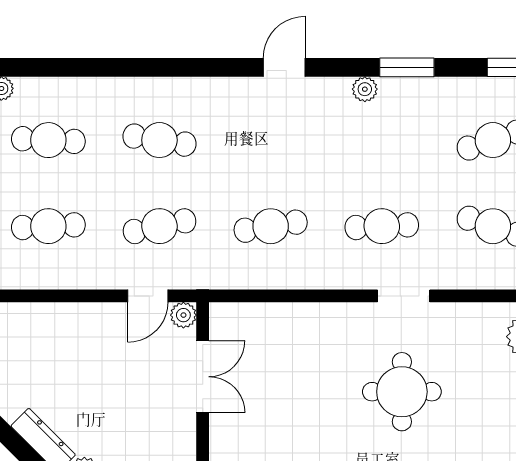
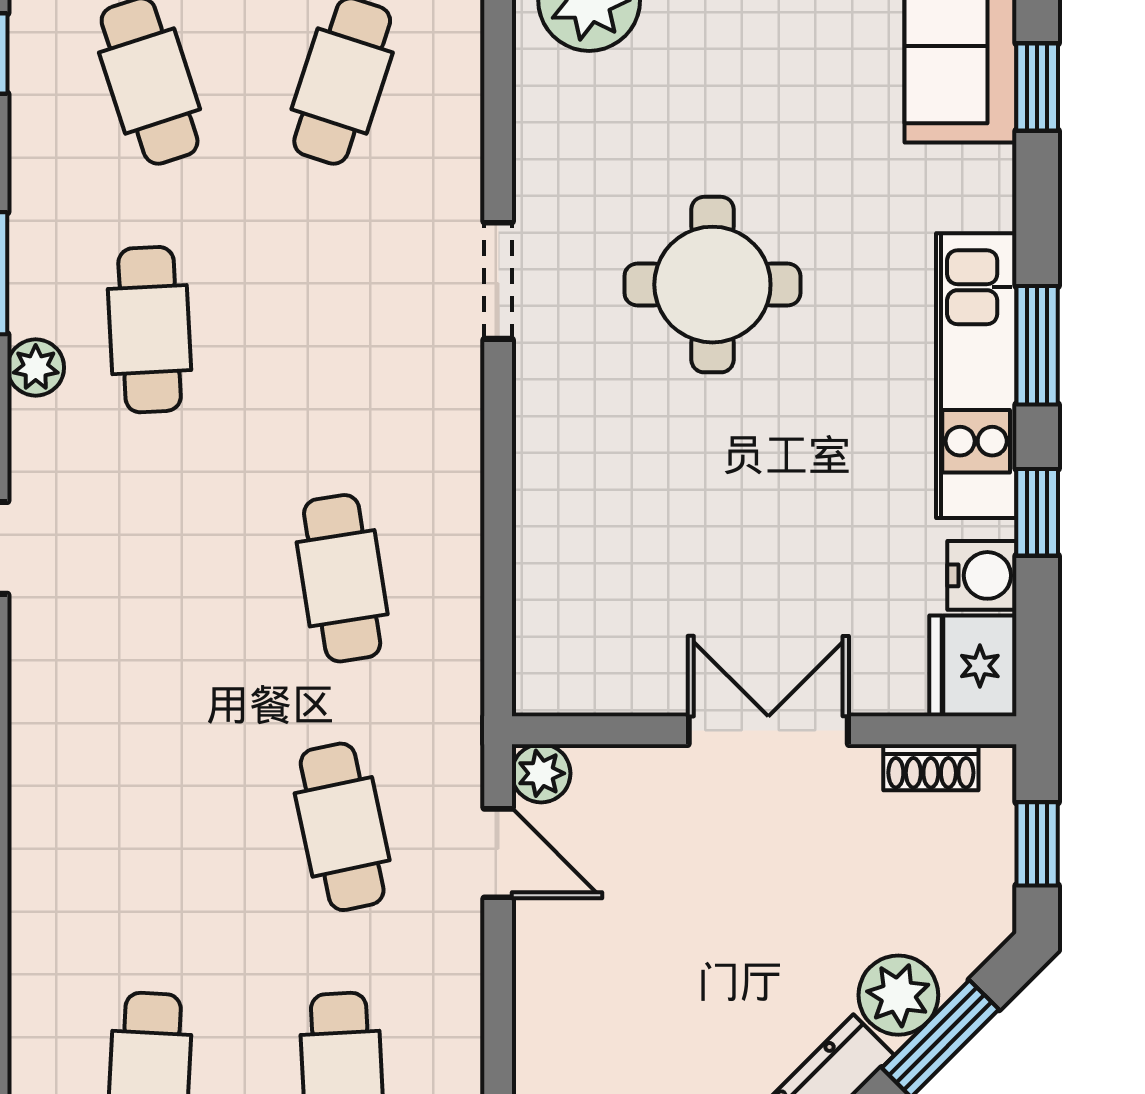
cafe table: (159, 140) -> (150, 827), removed
cafe table: (382, 226) -> (150, 330), moved
double door: (203, 377) -> (768, 730), moved

